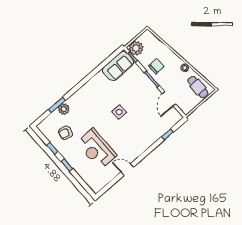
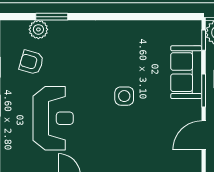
sofa: (118, 66) -> (186, 72), moved, turned 90
plant: (64, 109) -> (38, 29), moved
reception desk: (97, 149) -> (53, 118), turned 180

